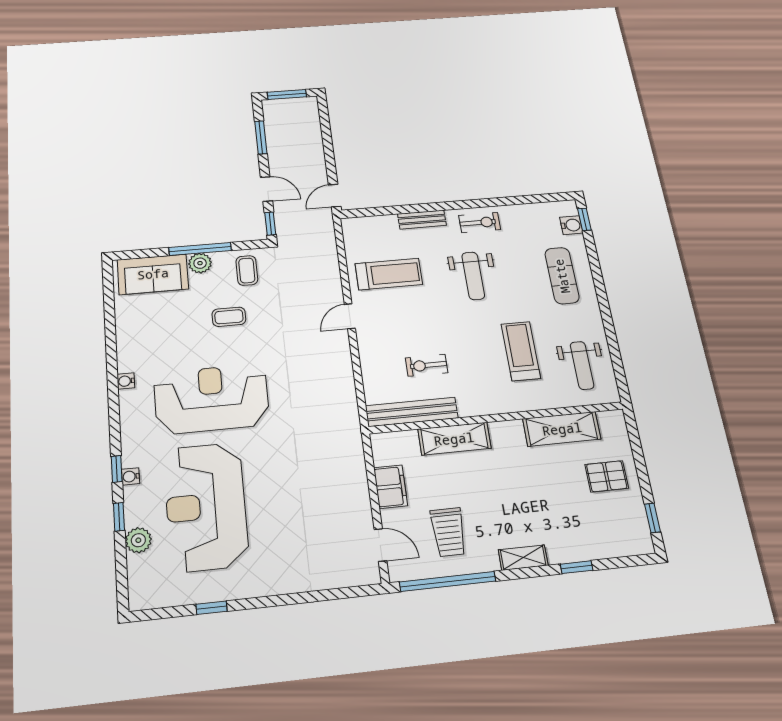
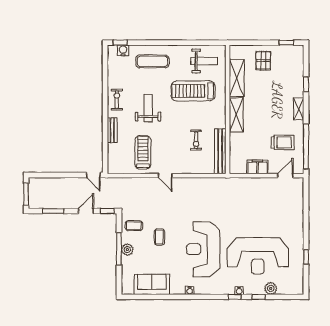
sofa: (153, 274) -> (152, 284), moved, turned -90
weight bench: (473, 276) -> (148, 108), turned -90
treadmill: (521, 351) -> (193, 91), width x1.37, depth x1.38
shelving: (454, 439) -> (236, 115), moved

